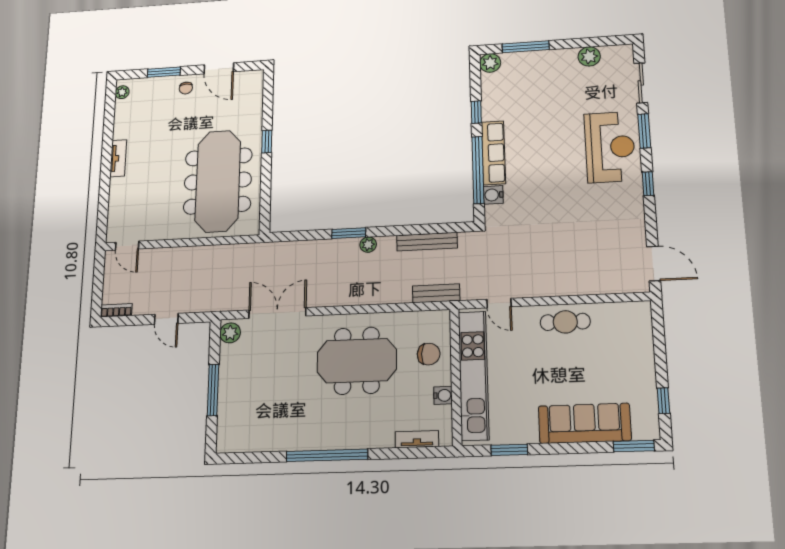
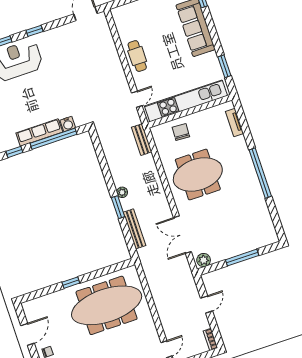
bench: (427, 242) -> (134, 229), moved
meeting table: (357, 361) -> (198, 175), turned 90
water cooler: (443, 395) -> (204, 115), removed

